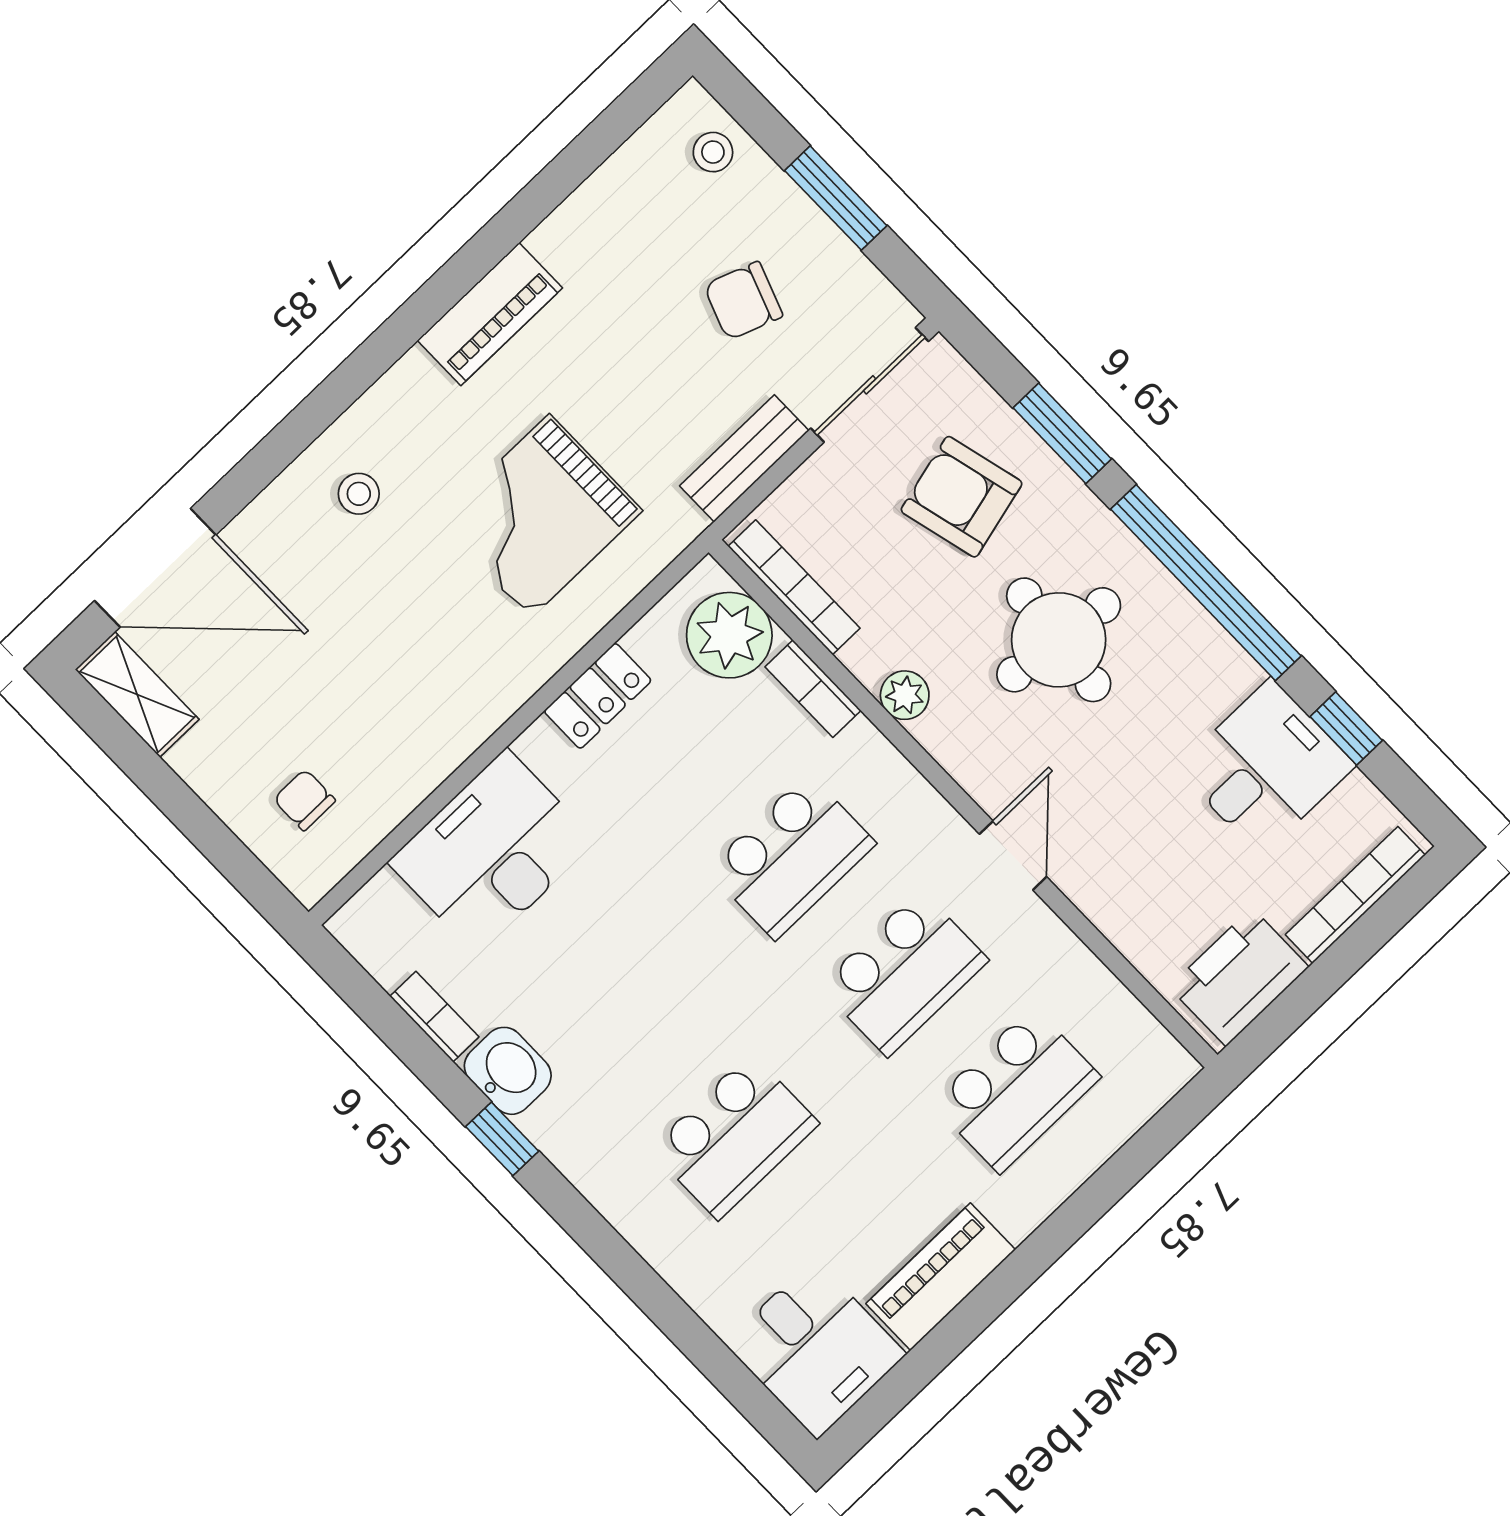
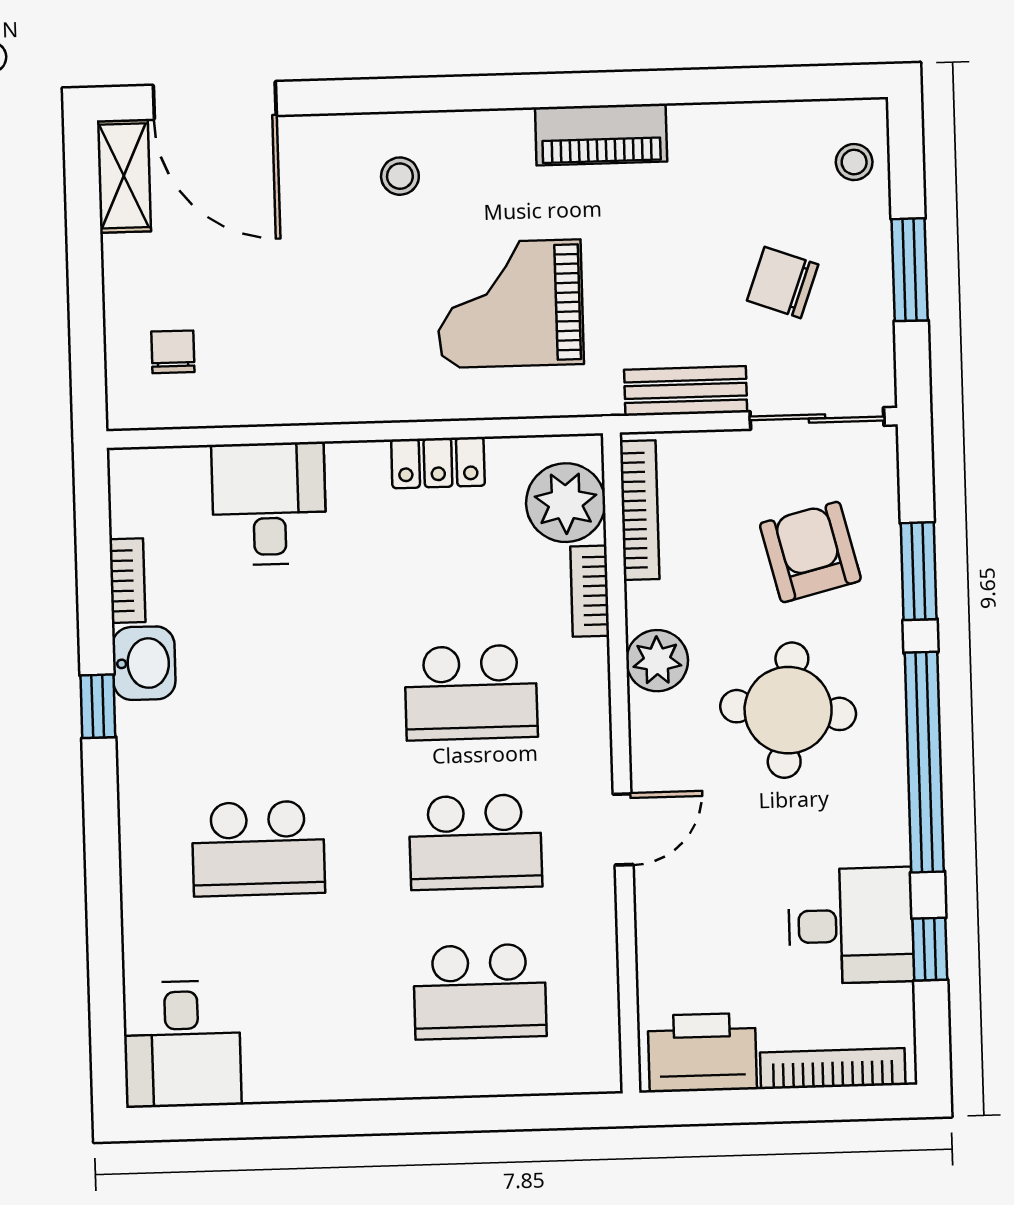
plant: (905, 695) -> (657, 661), width x1.38, depth x1.38
desk: (492, 852) -> (269, 504), width x0.73
piano: (941, 1277) -> (312, 1072), removed

